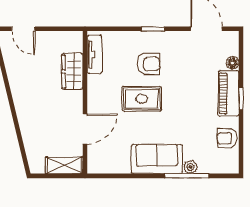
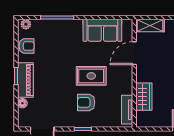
sofa: (157, 159) -> (102, 30), moved
plant: (190, 167) -> (26, 24), moved

